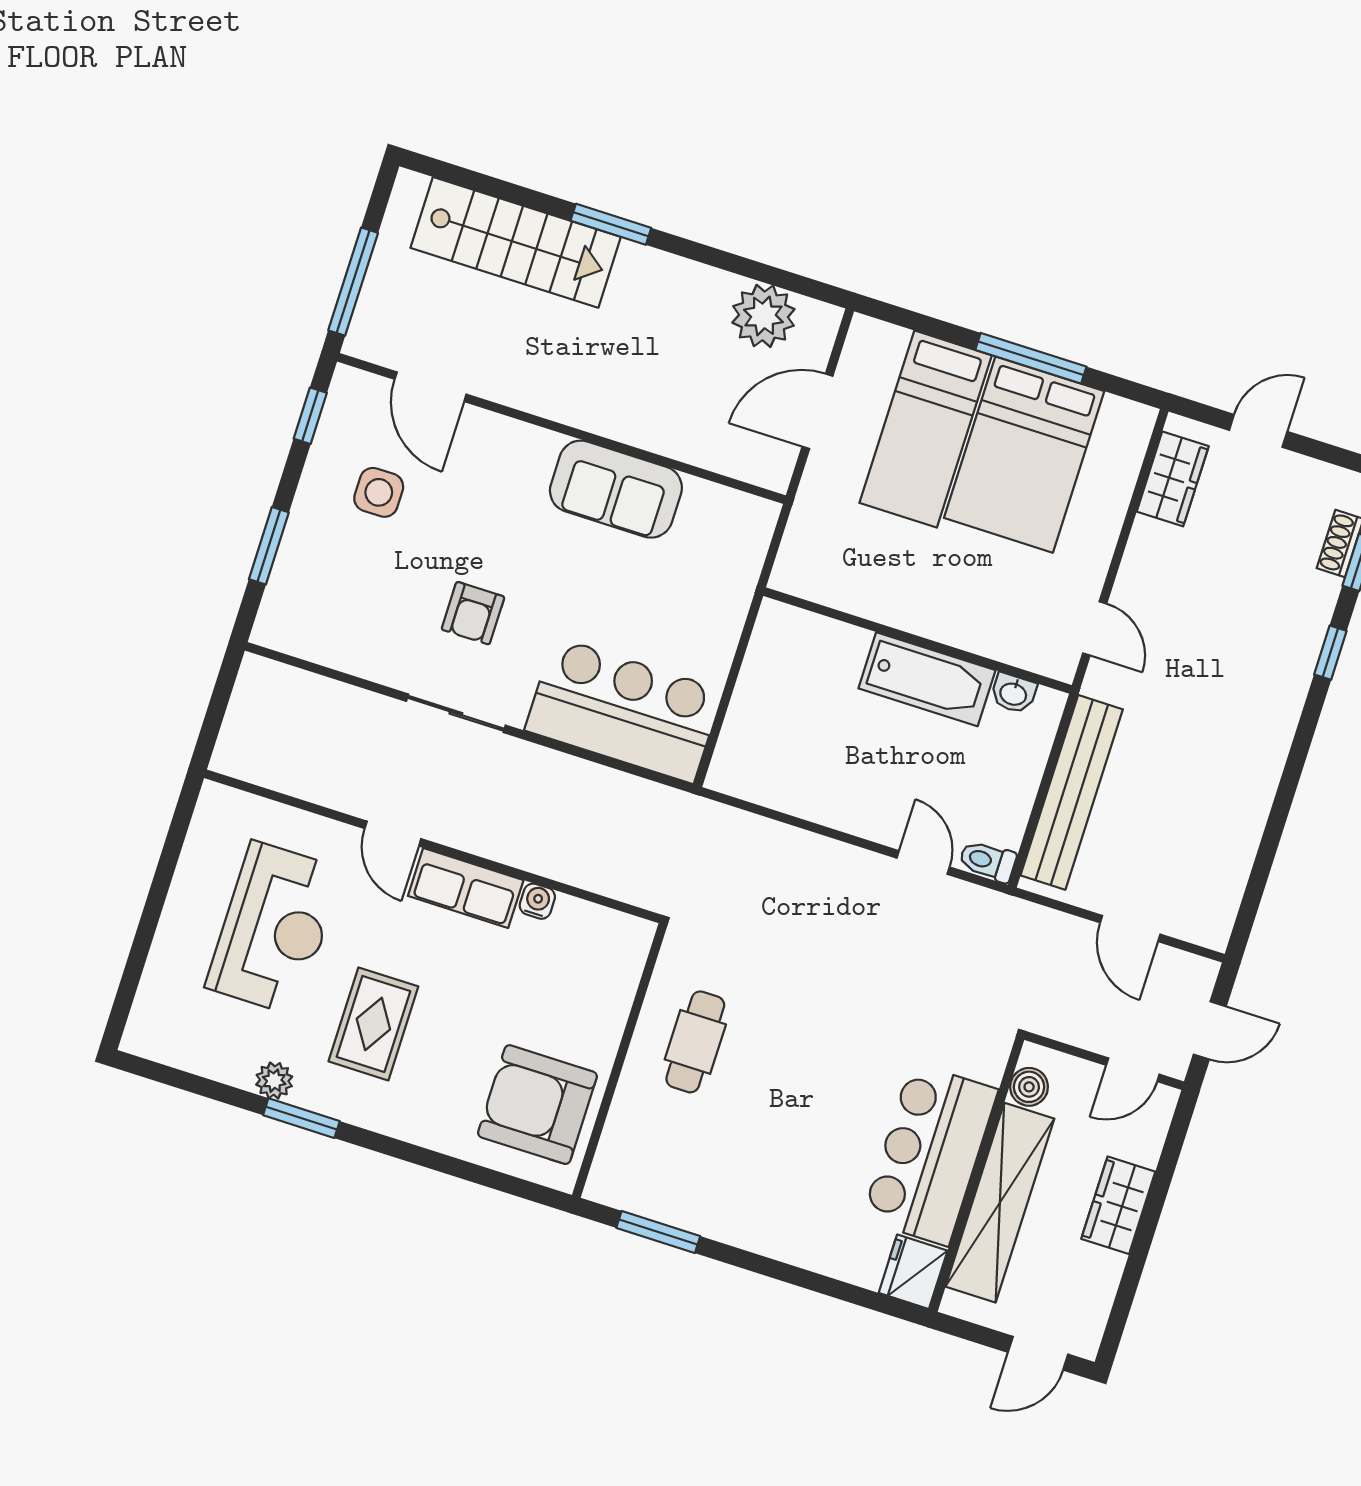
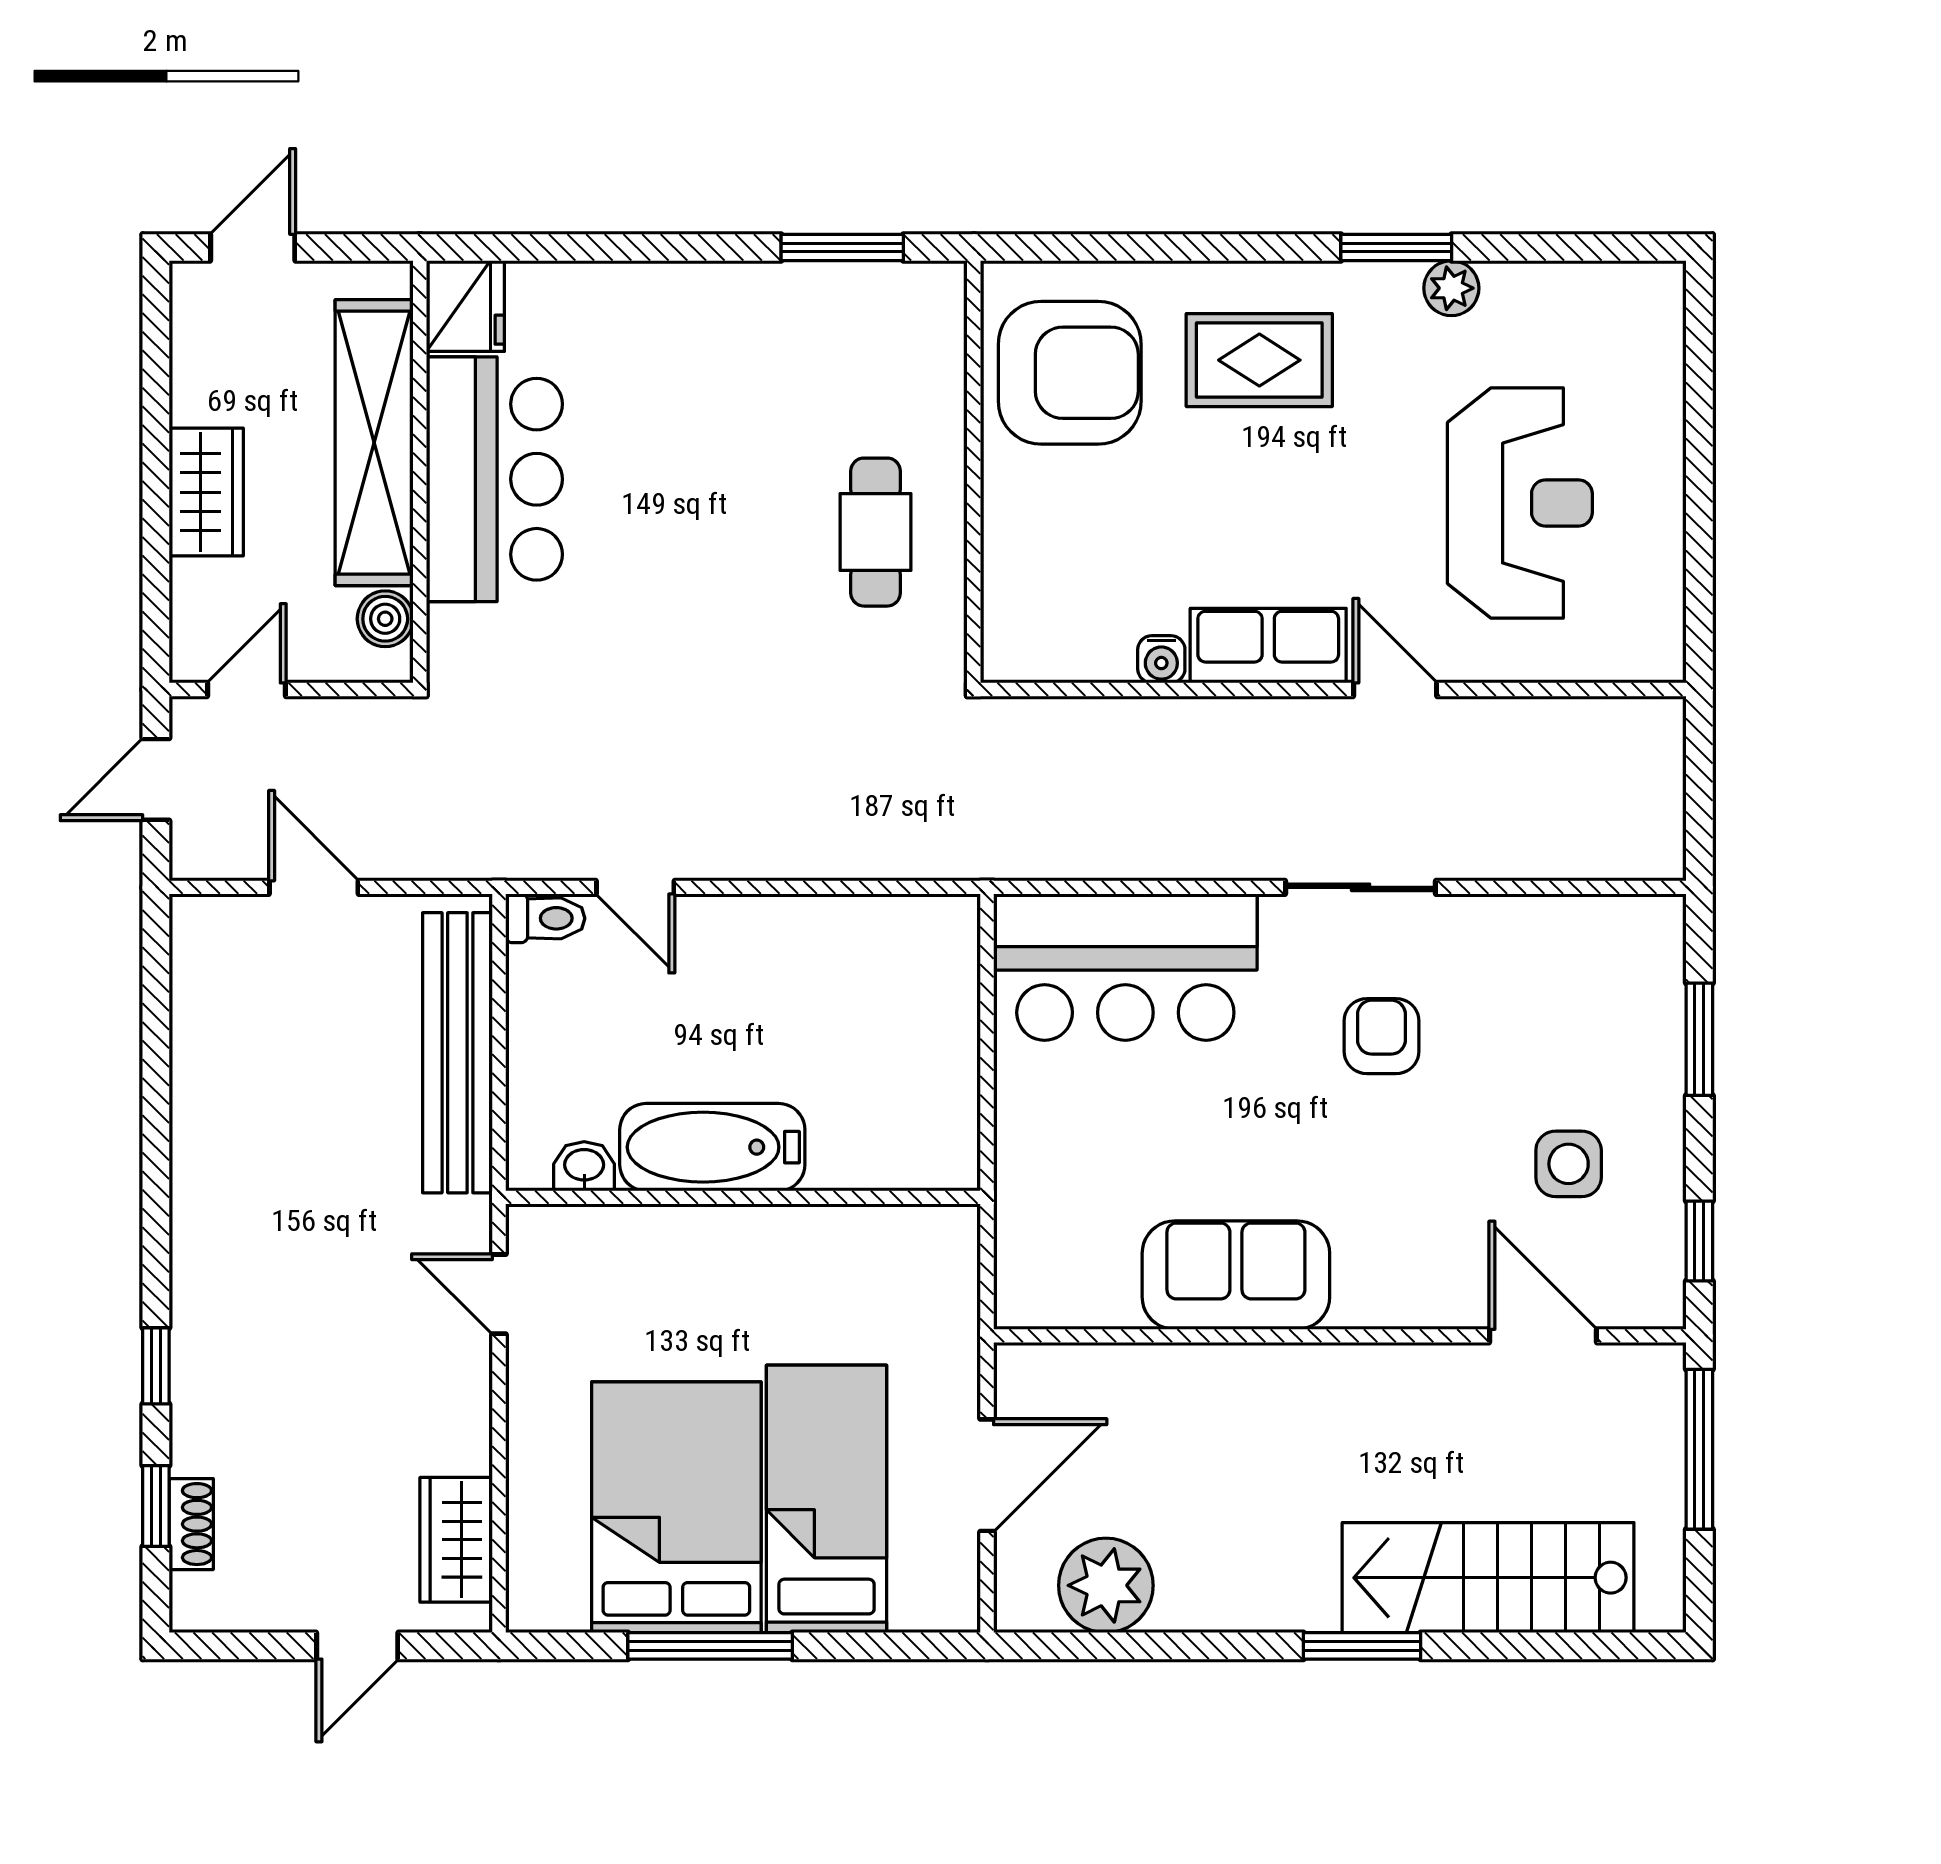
reception desk: (274, 928) -> (1520, 503), turned 180
rug: (373, 1024) -> (1259, 360), moved, turned 90

